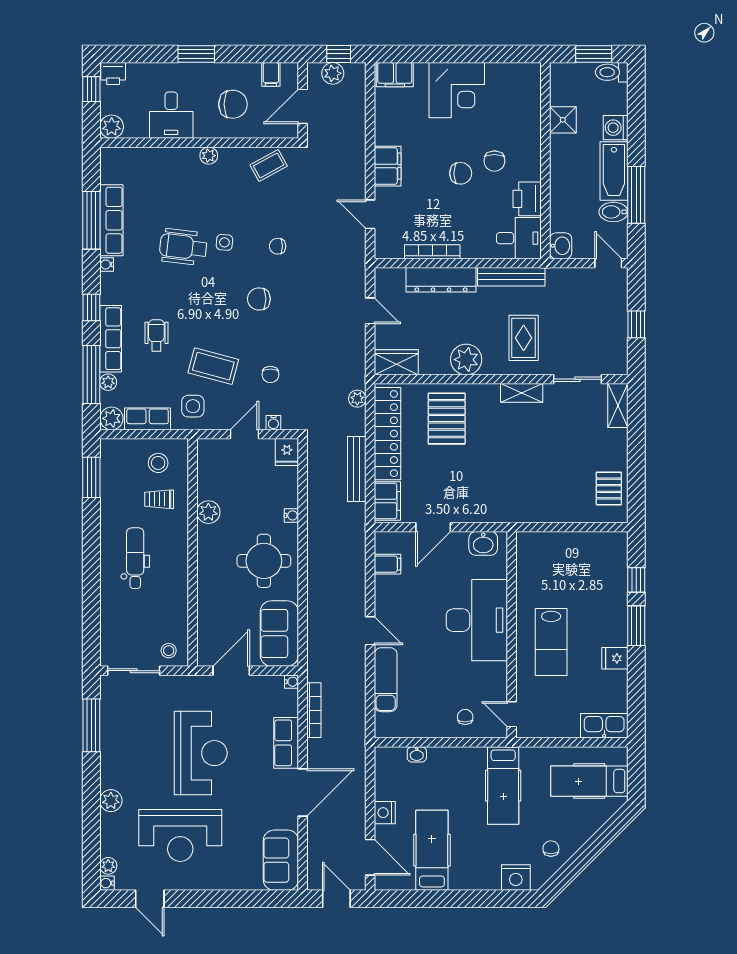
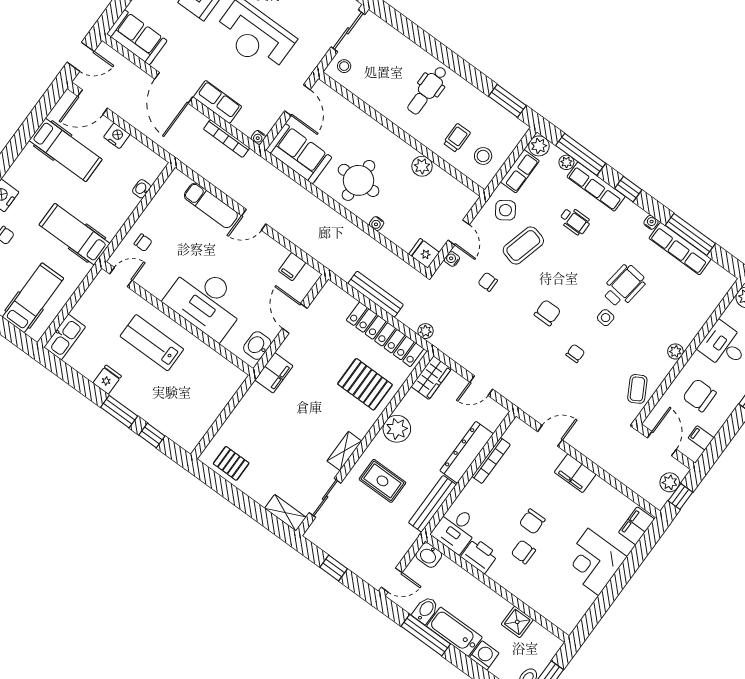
chair: (233, 104) -> (699, 395), turned 90
side table: (193, 406) -> (505, 210), turned -34
filing cabinet: (387, 501) -> (274, 373), moved, turned -90
dental chair: (135, 558) -> (427, 90), turned 90

